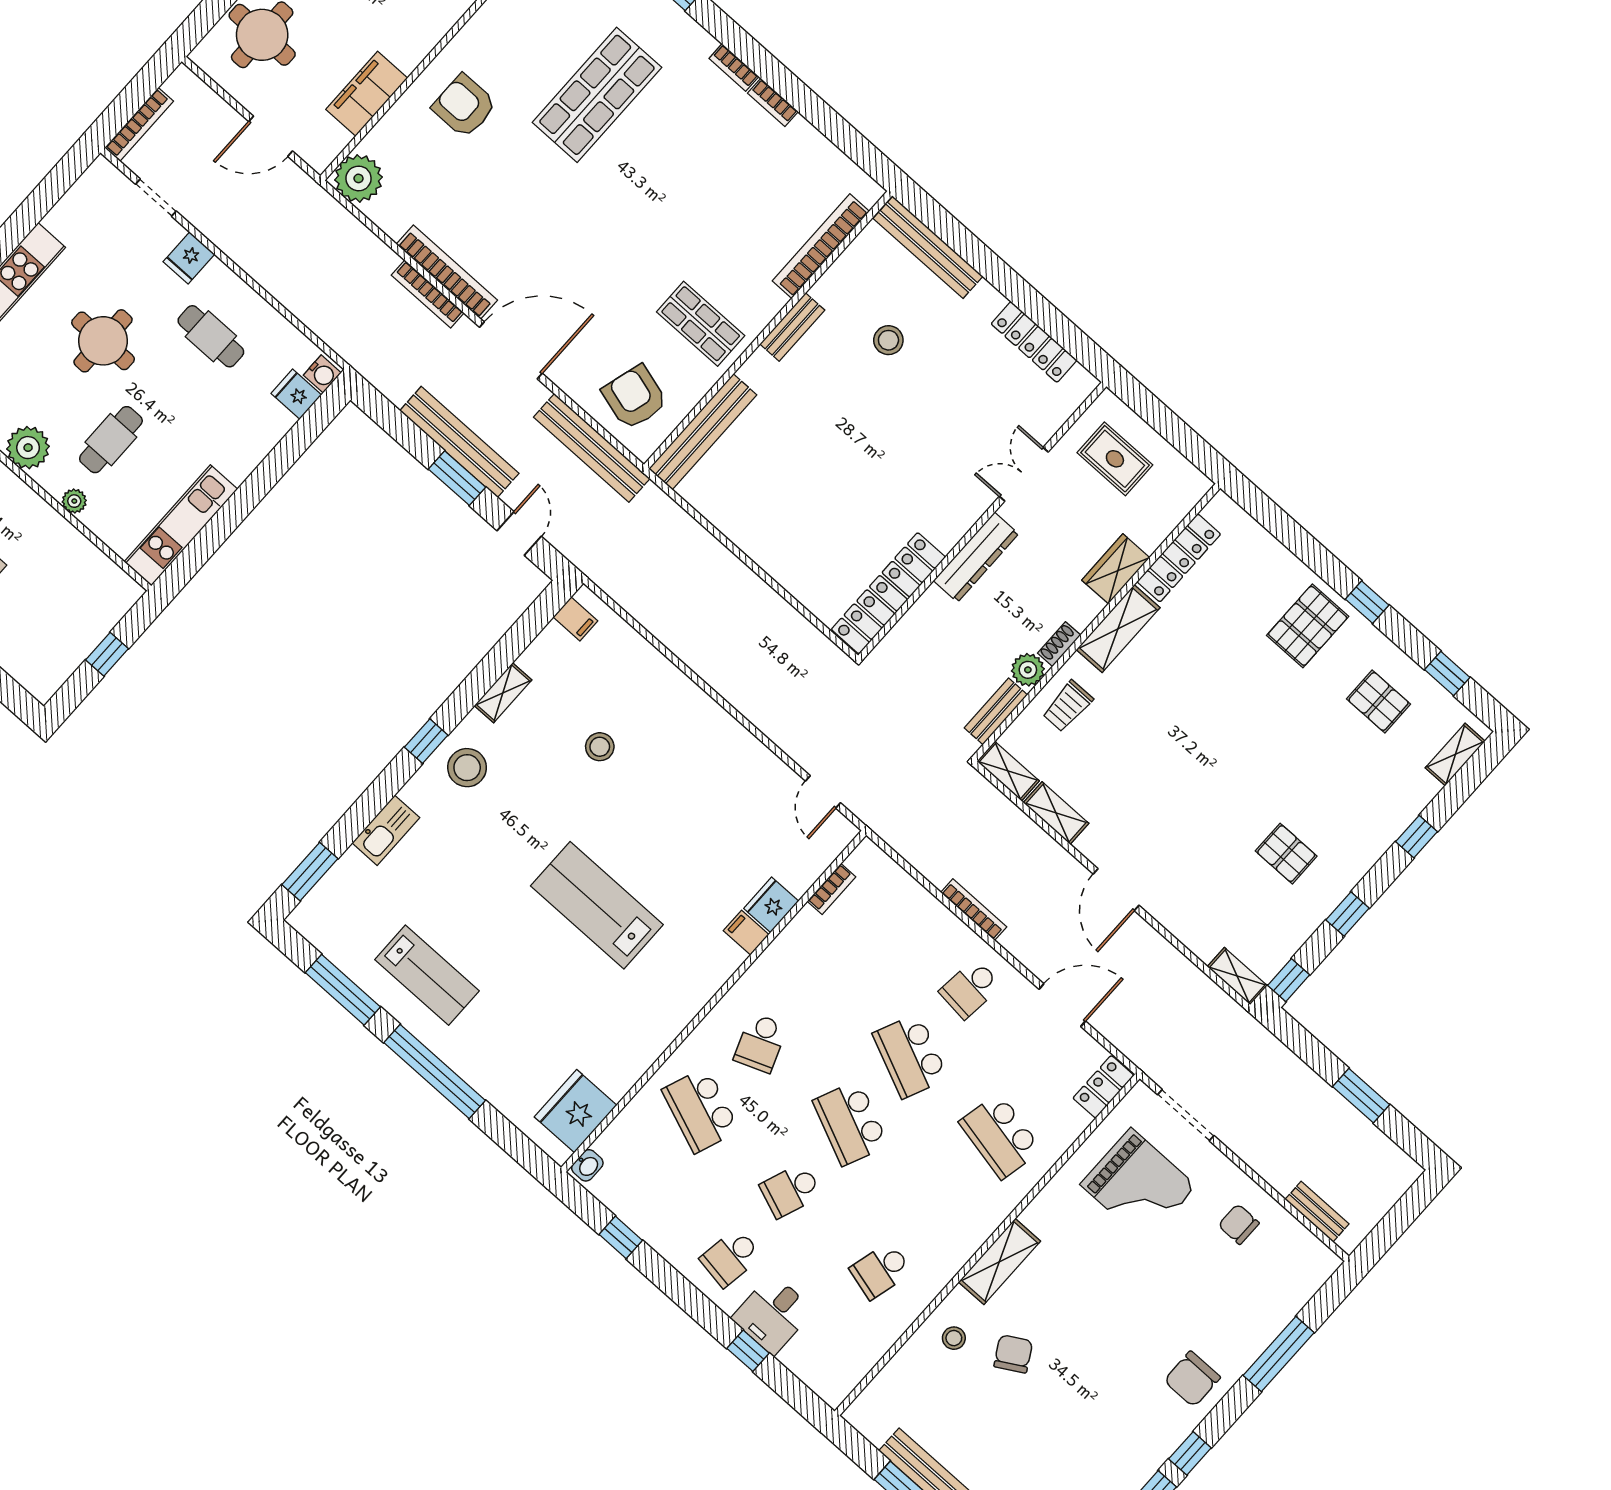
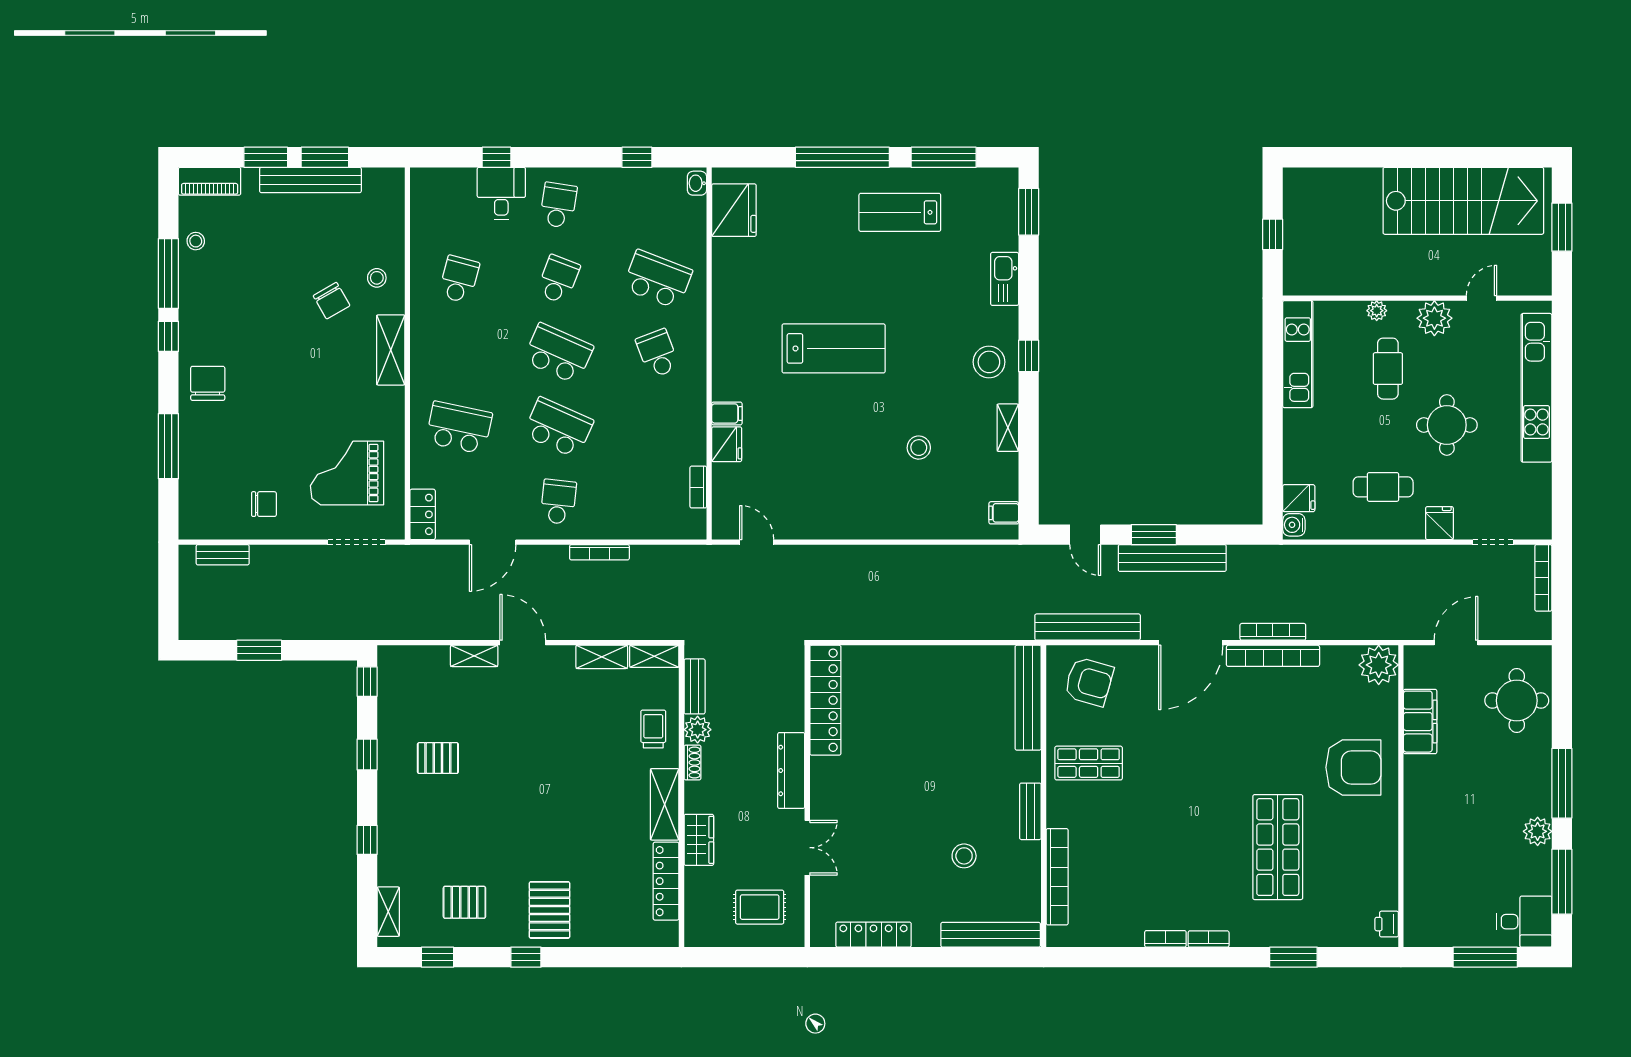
armchair: (464, 106) -> (1353, 767), width x1.36, depth x1.36
shelving: (1237, 976) -> (474, 656), moved

